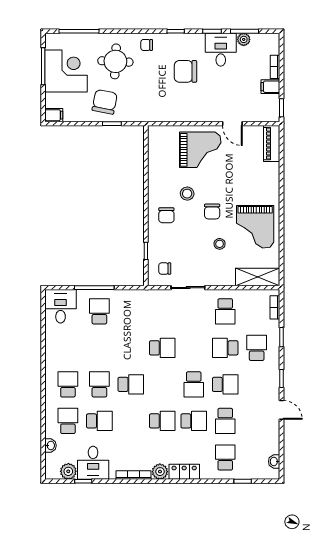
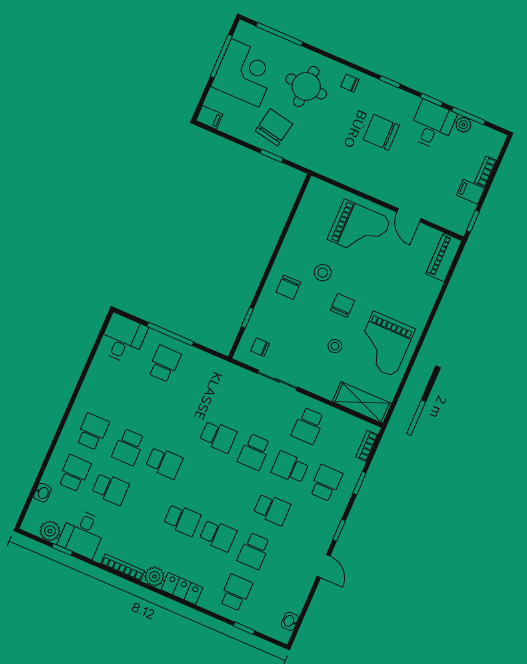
chair: (212, 211) -> (342, 305), turned 180
school desk: (99, 384) -> (128, 447), turned 180
school desk: (194, 384) -> (254, 452), moved

